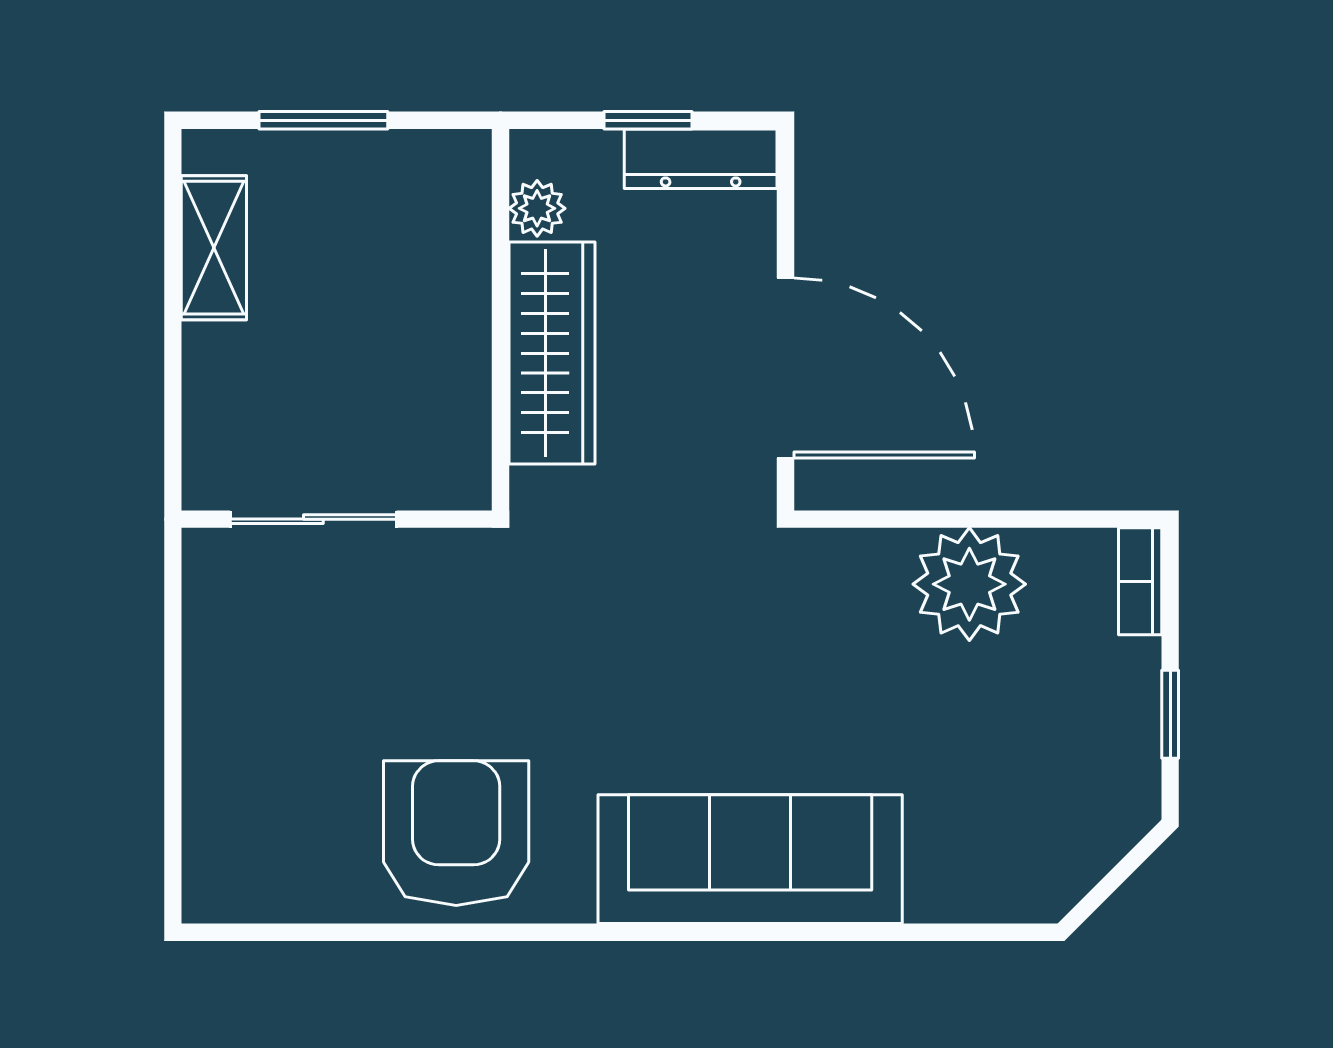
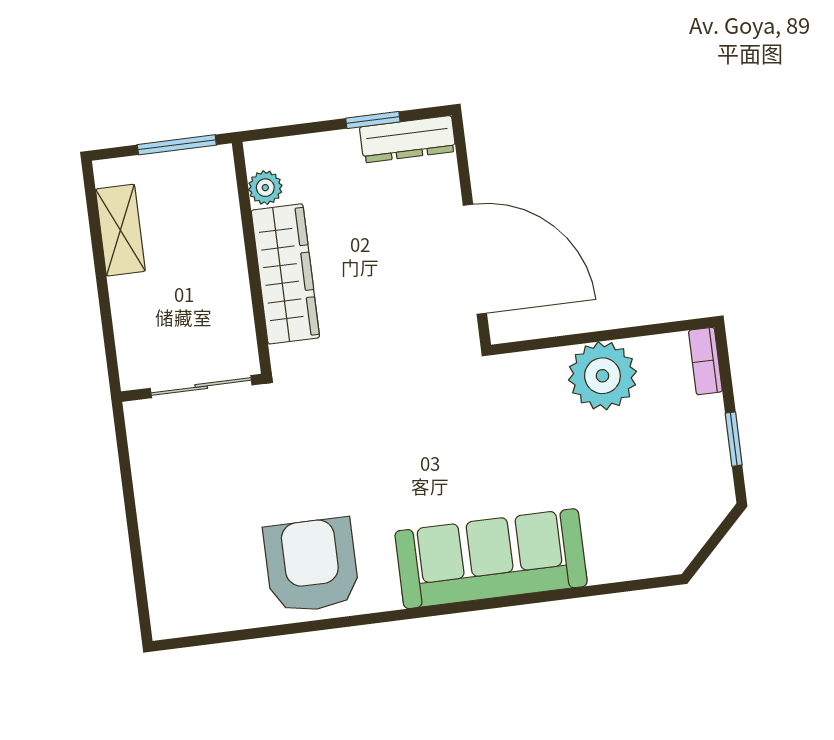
plant: (537, 208) -> (265, 188), moved
wall: (501, 320) -> (252, 258), moved
wardrobe: (552, 353) -> (285, 274), moved

